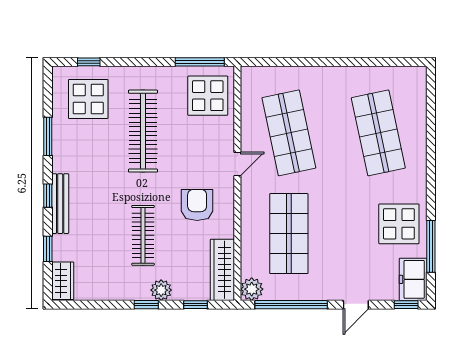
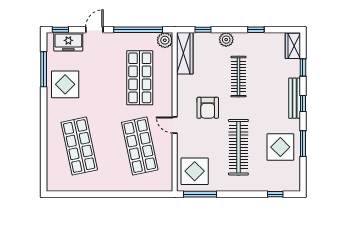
display table: (88, 99) -> (280, 147), moved
door: (237, 164) -> (175, 125), hinge flipped
armchair: (197, 205) -> (208, 108), moved
freezer: (413, 279) -> (68, 42), moved, turned 90
window: (146, 305) -> (256, 30), moved

